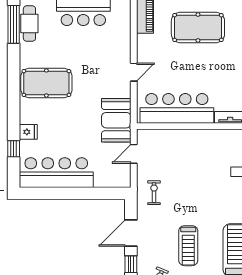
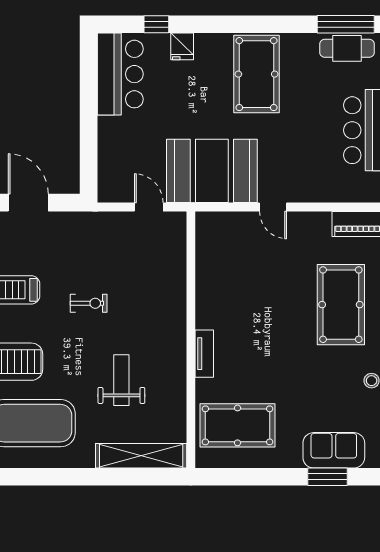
bar counter: (177, 108) -> (218, 272), removed
booth: (116, 120) -> (212, 171), width x1.36, depth x1.42
bar counter: (56, 173) -> (120, 74), width x0.73
exercise bike: (154, 193) -> (89, 303), moved

